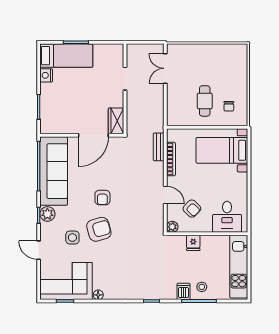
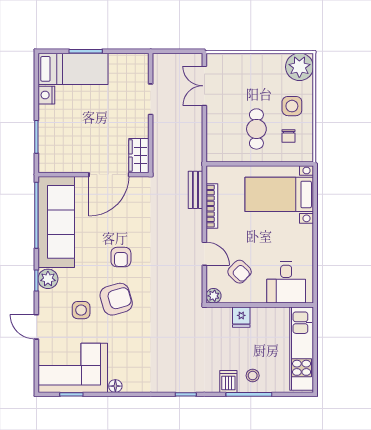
plant: (237, 54) -> (299, 67), added
side table: (231, 84) -> (292, 106), added

